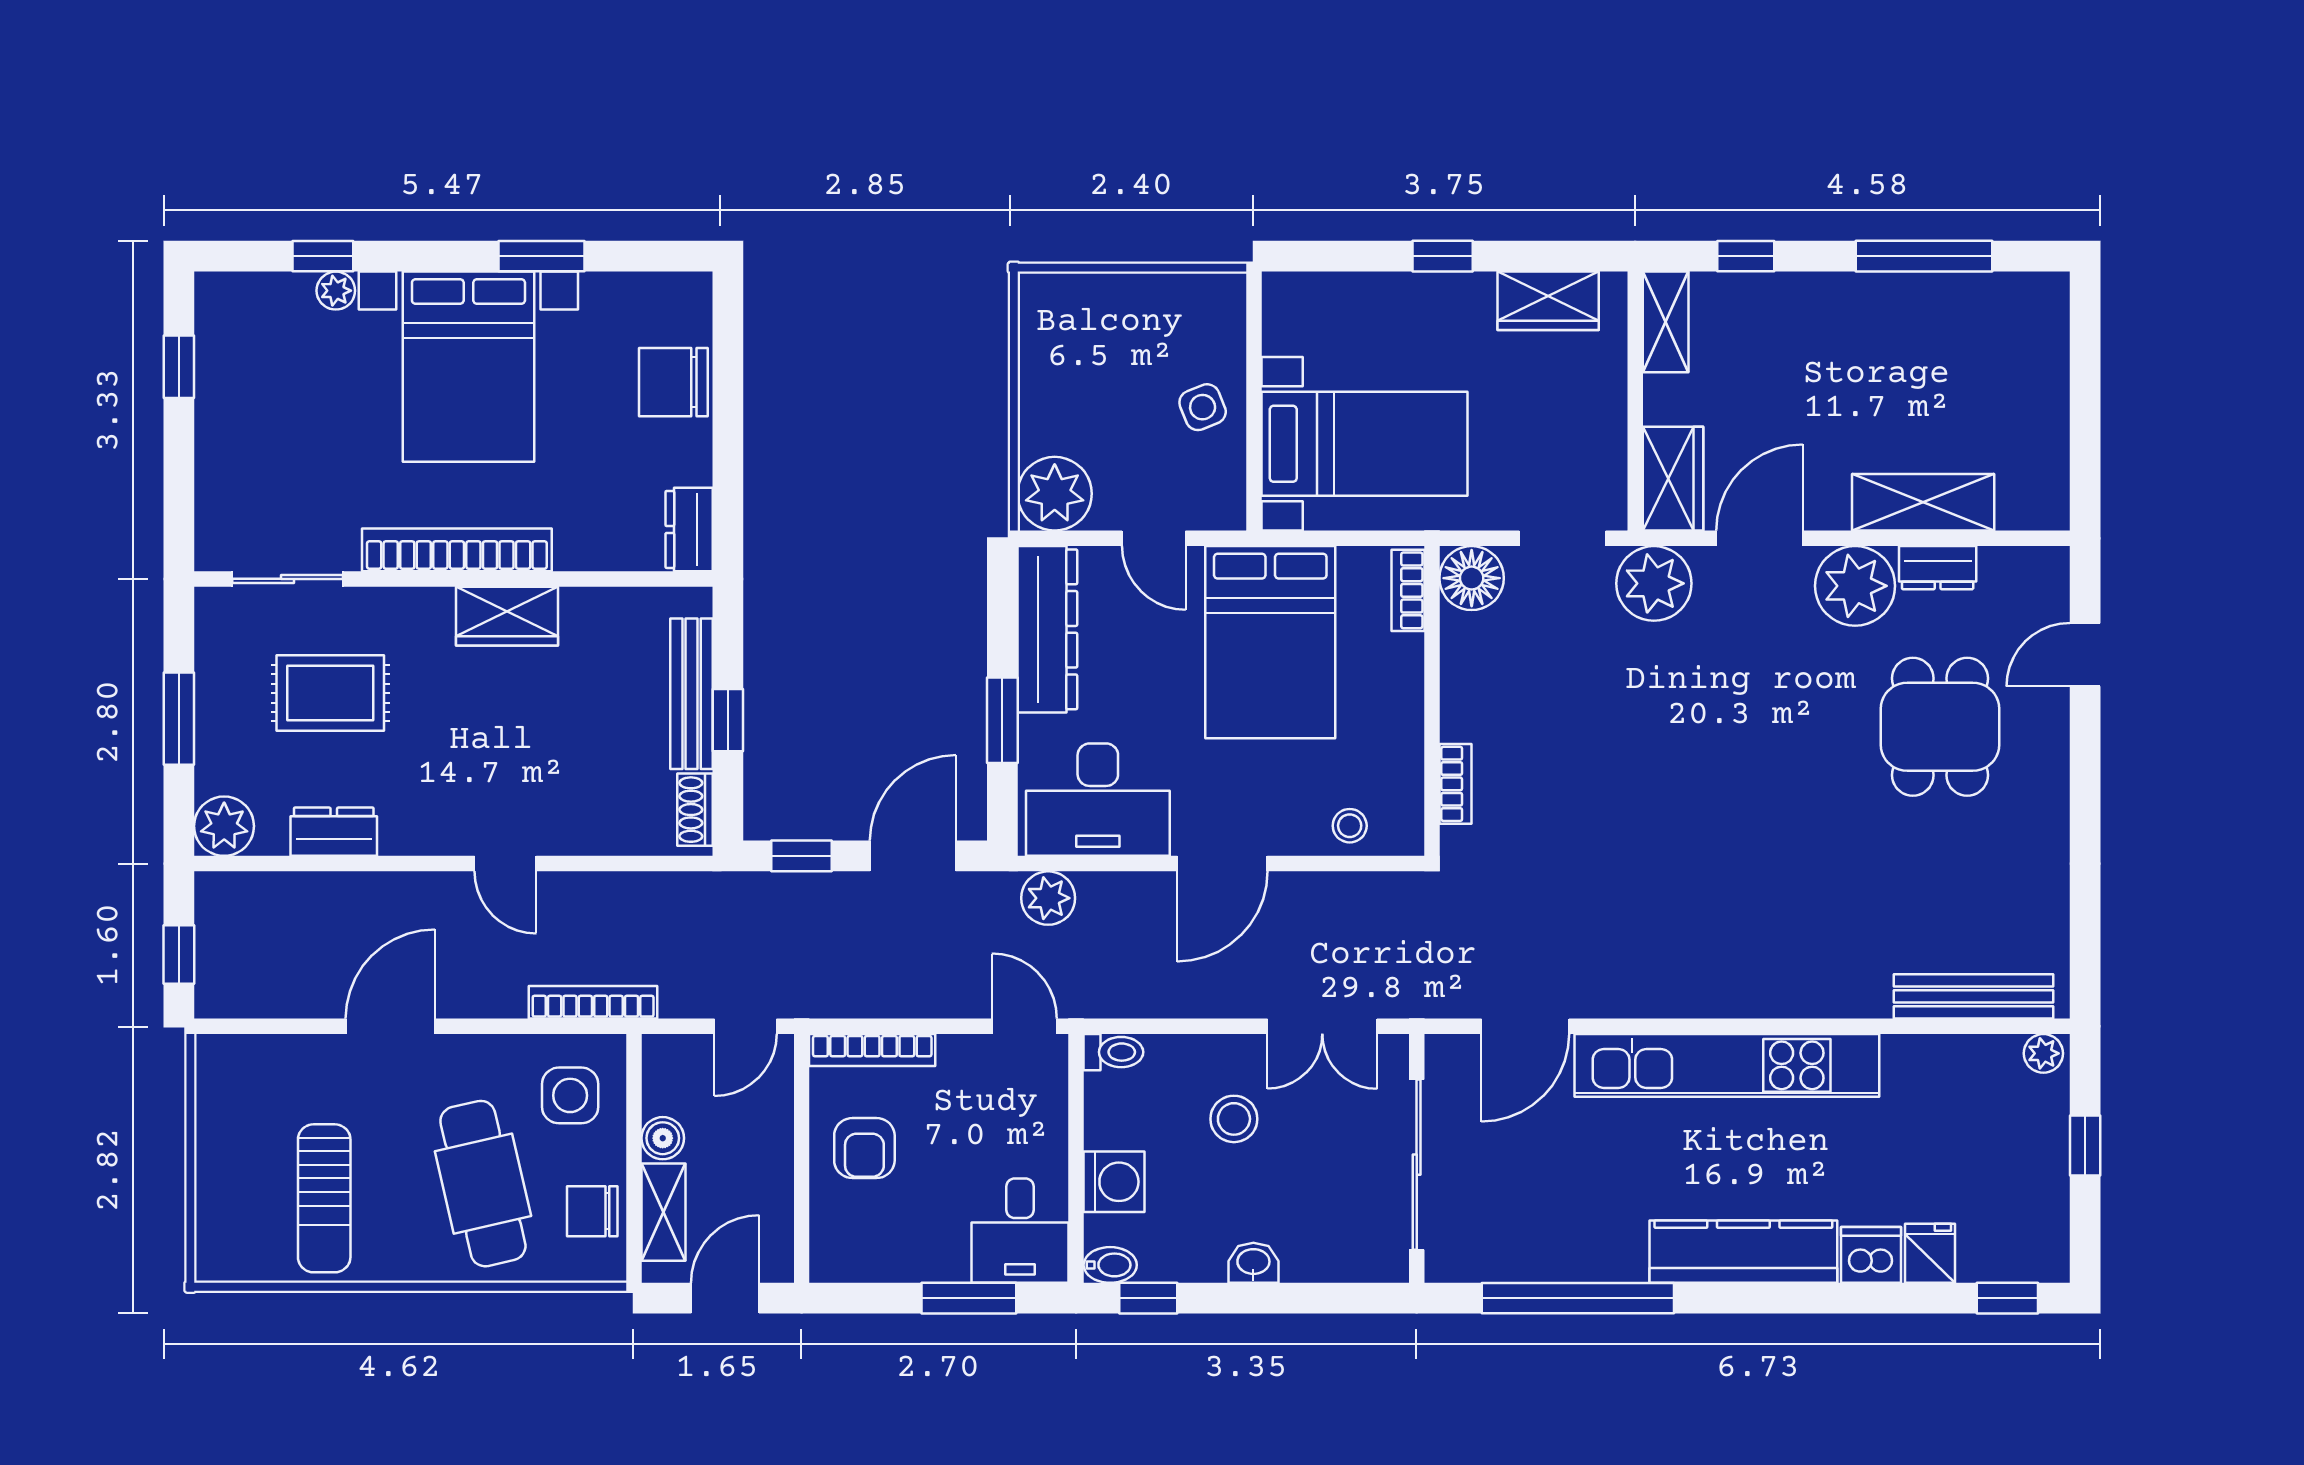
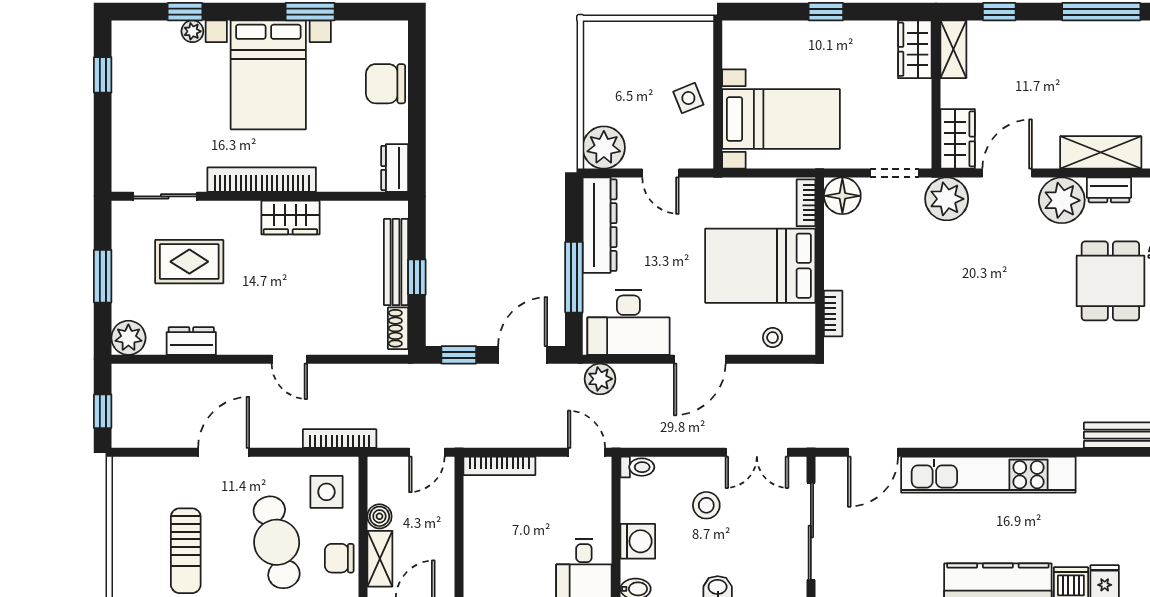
wardrobe: (1548, 301) -> (915, 49), moved, turned 90
bed: (1270, 642) -> (760, 266), moved, turned 90
window: (1002, 720) -> (574, 277), width x1.44
armchair: (864, 1148) -> (495, 522), removed

